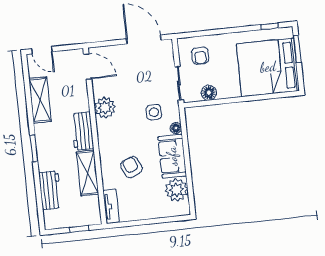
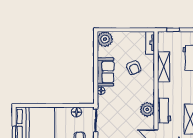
side table: (154, 112) -> (115, 103), removed
workbench: (82, 131) -> (164, 110), moved
plant: (176, 190) -> (105, 39), moved

